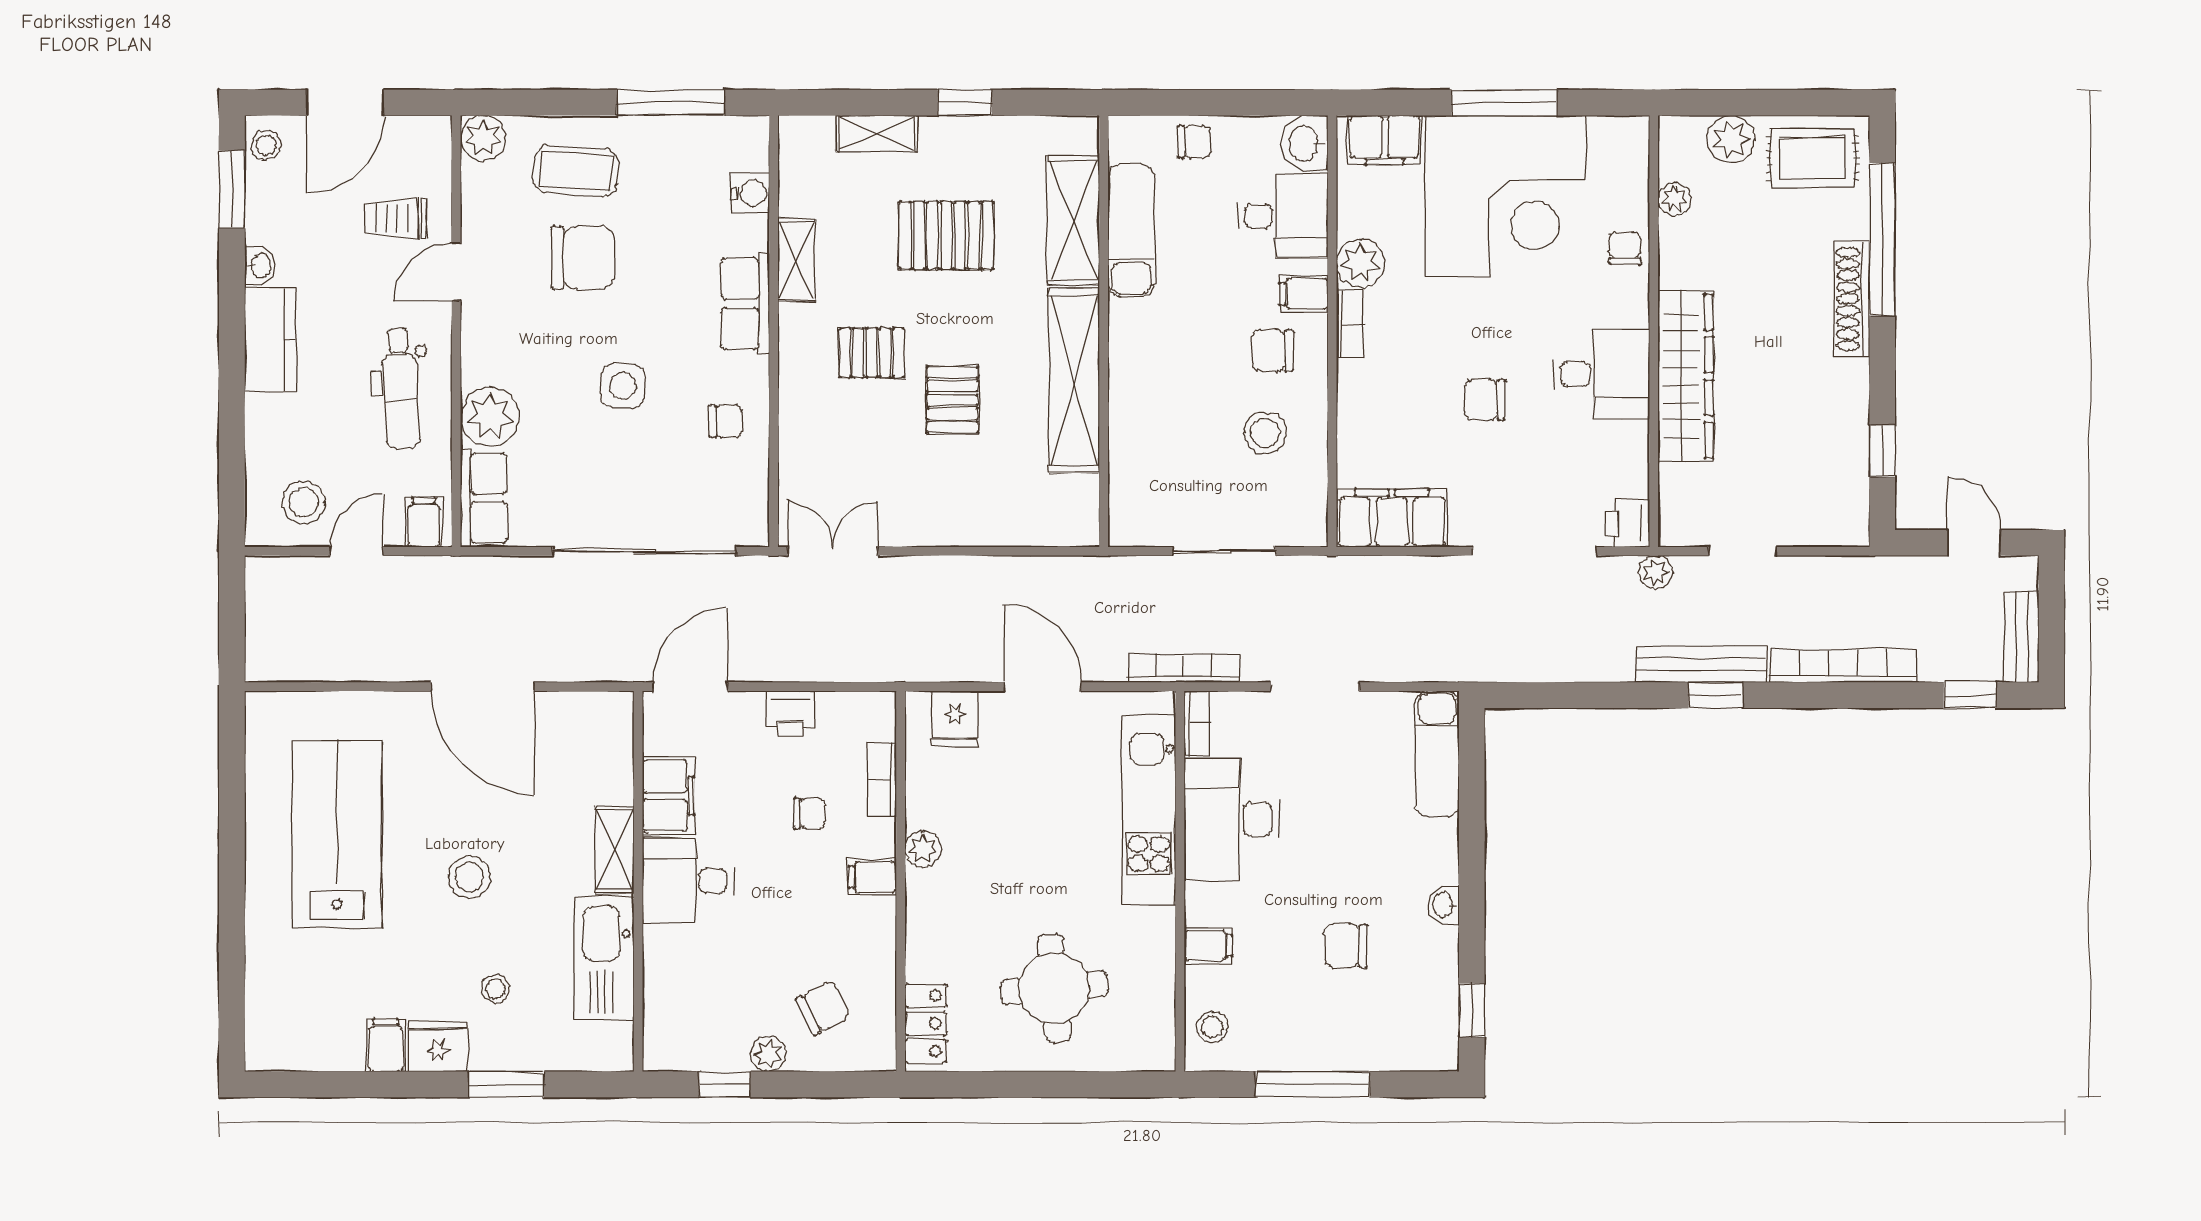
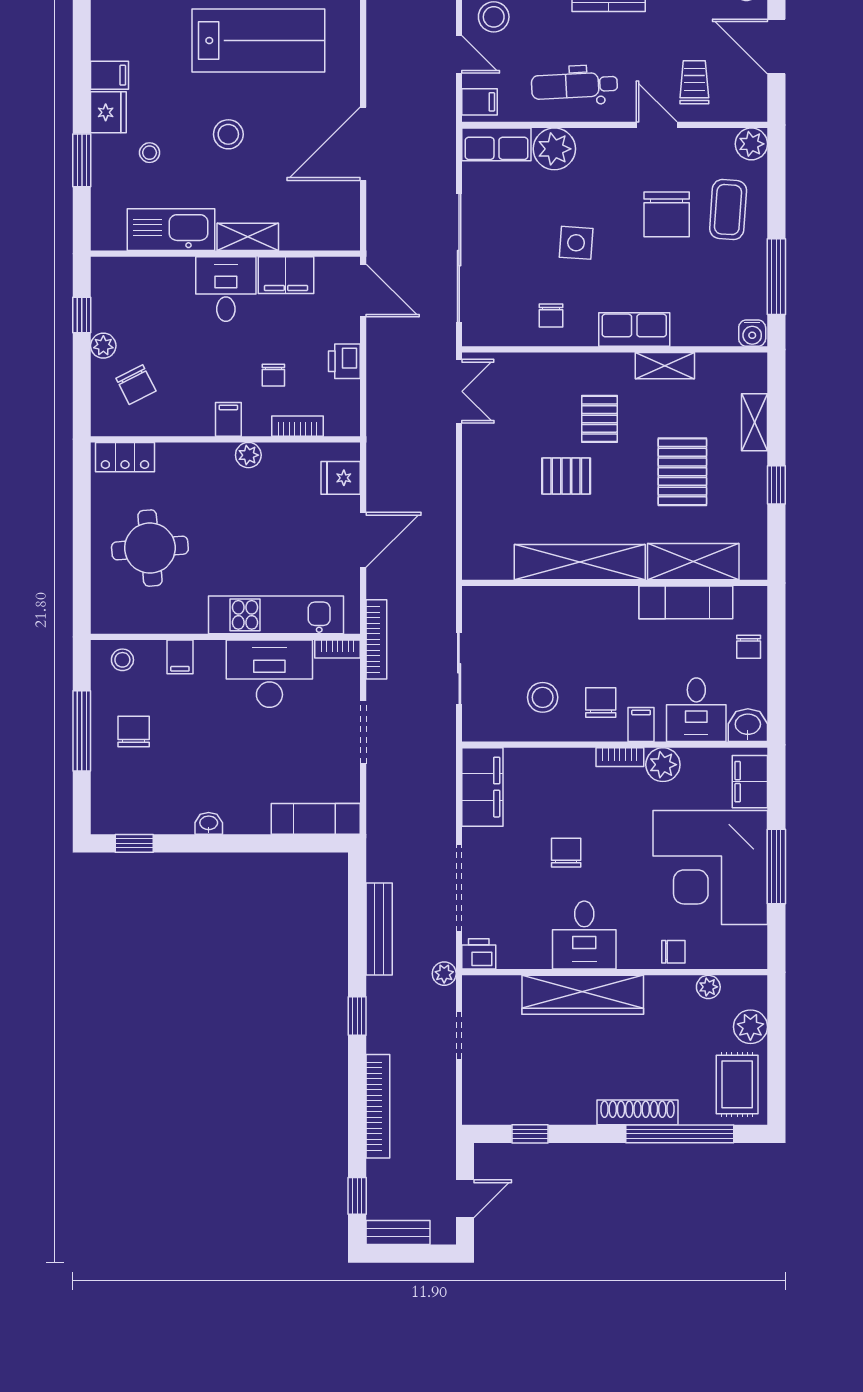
water cooler: (750, 193) -> (752, 333), moved
bench: (1701, 664) -> (379, 929), moved
chair: (1346, 946) -> (134, 732), moved

